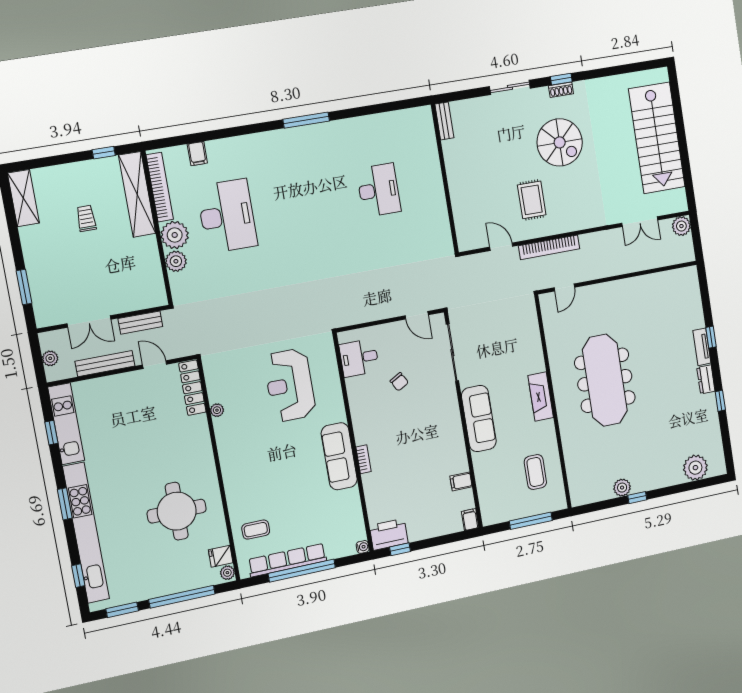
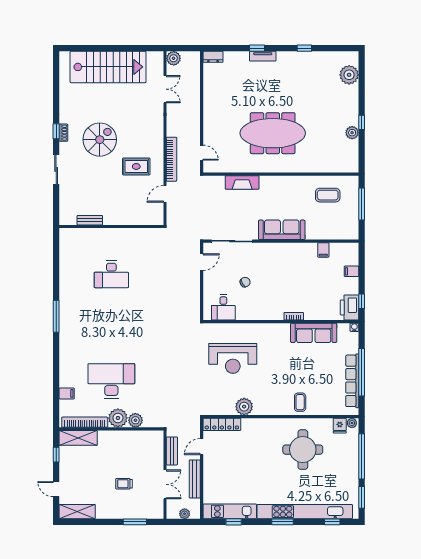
bench: (444, 121) -> (90, 220), moved
door: (52, 161) -> (56, 489), added
desk: (379, 190) -> (111, 274), turned 180
shelving: (137, 194) -> (78, 438), width x0.68
trolley: (86, 218) -> (124, 484), moved
dresser: (706, 379) -> (213, 57), moved
fireplace: (541, 396) -> (242, 182), moved
plant: (217, 410) -> (244, 407), width x1.87, depth x1.87
sofa: (339, 456) -> (314, 333), moved
filing cabinet: (470, 520) -> (351, 271), moved
coffee table: (256, 530) -> (300, 402), moved

